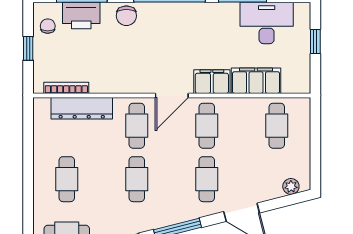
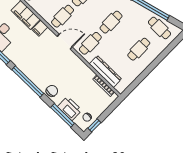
window: (28, 48) -> (94, 125), moved
filing cabinet: (212, 82) -> (40, 28), width x0.50

